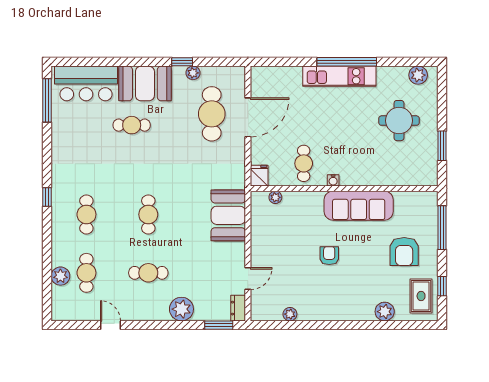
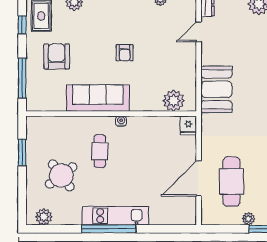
round table: (399, 121) -> (61, 175), turned -37
cafe table: (304, 163) -> (100, 151), moved
plant: (275, 197) -> (174, 101), width x1.88, depth x1.88

